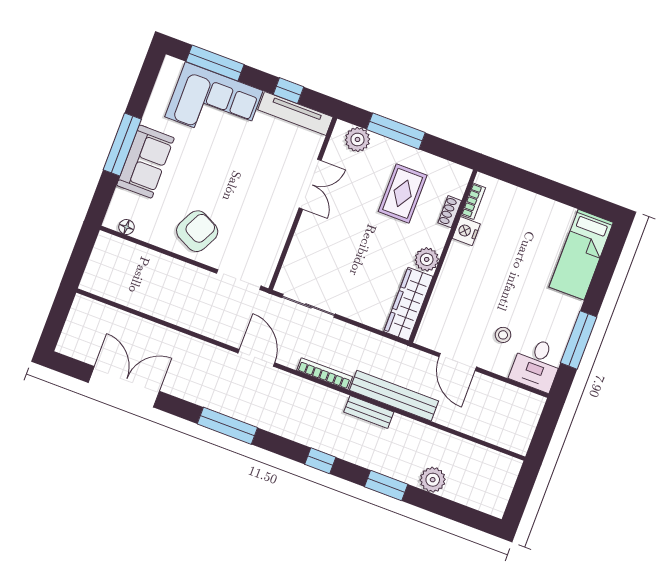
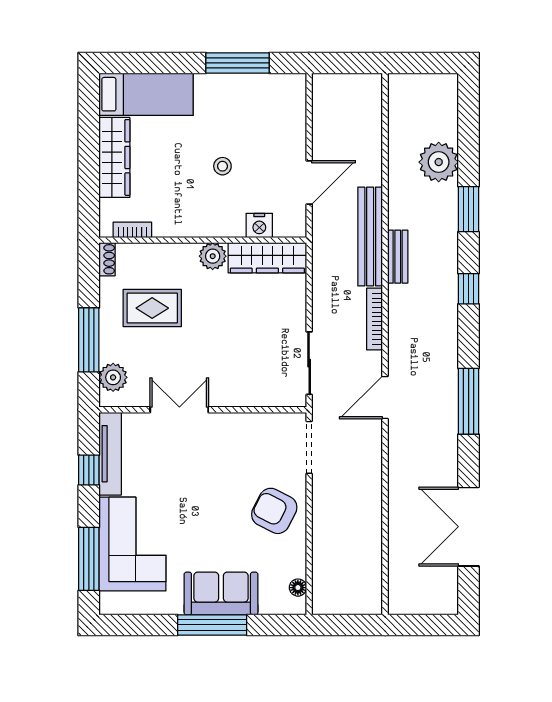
wardrobe: (539, 209) -> (114, 157), added
shoe rack: (450, 212) -> (107, 259), moved, turned -90
nightstand: (466, 231) -> (259, 225), moved
stool: (503, 335) -> (222, 166), moved
desk: (537, 364) -> (280, 98), removed
plant: (433, 480) -> (439, 162), width x1.36, depth x1.36

